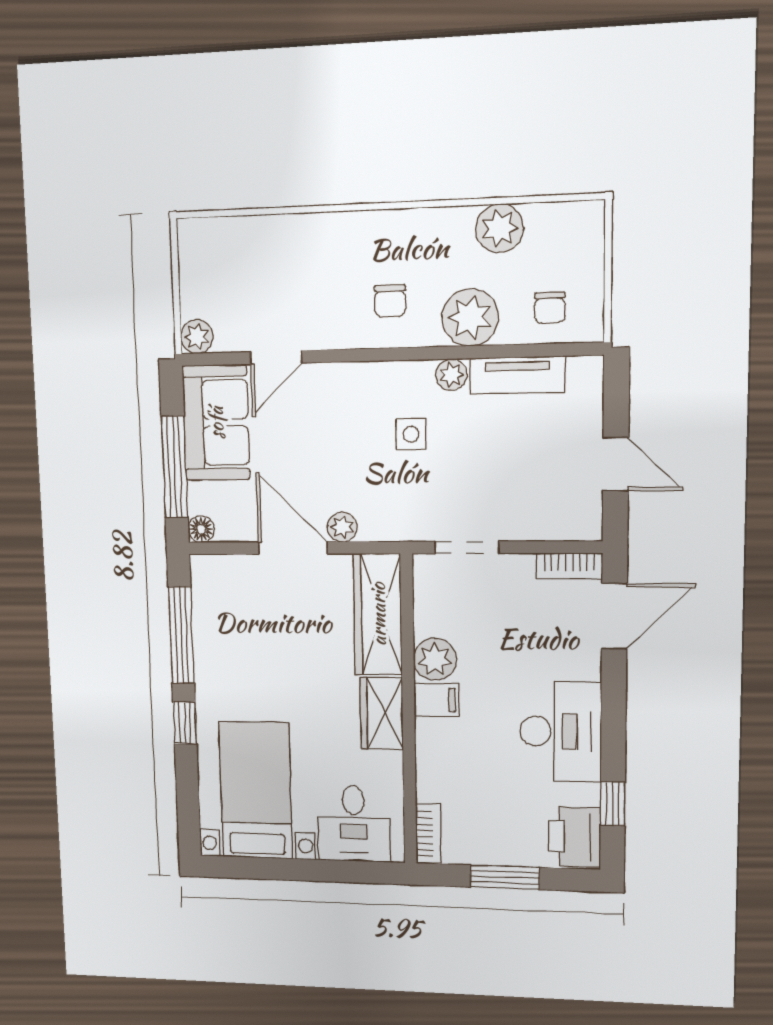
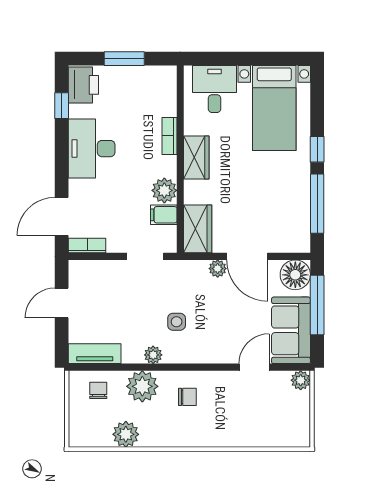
chair: (390, 301) -> (187, 397), turned 90
tv unit: (517, 375) -> (95, 354), moved
door: (616, 464) -> (62, 303), hinge flipped
floor lamp: (201, 529) -> (295, 275), width x1.89, depth x1.89
wardrobe: (378, 614) -> (198, 229), width x0.67
filing cabinet: (436, 700) -> (164, 215), moved
bookcase: (428, 834) -> (169, 136), moved

